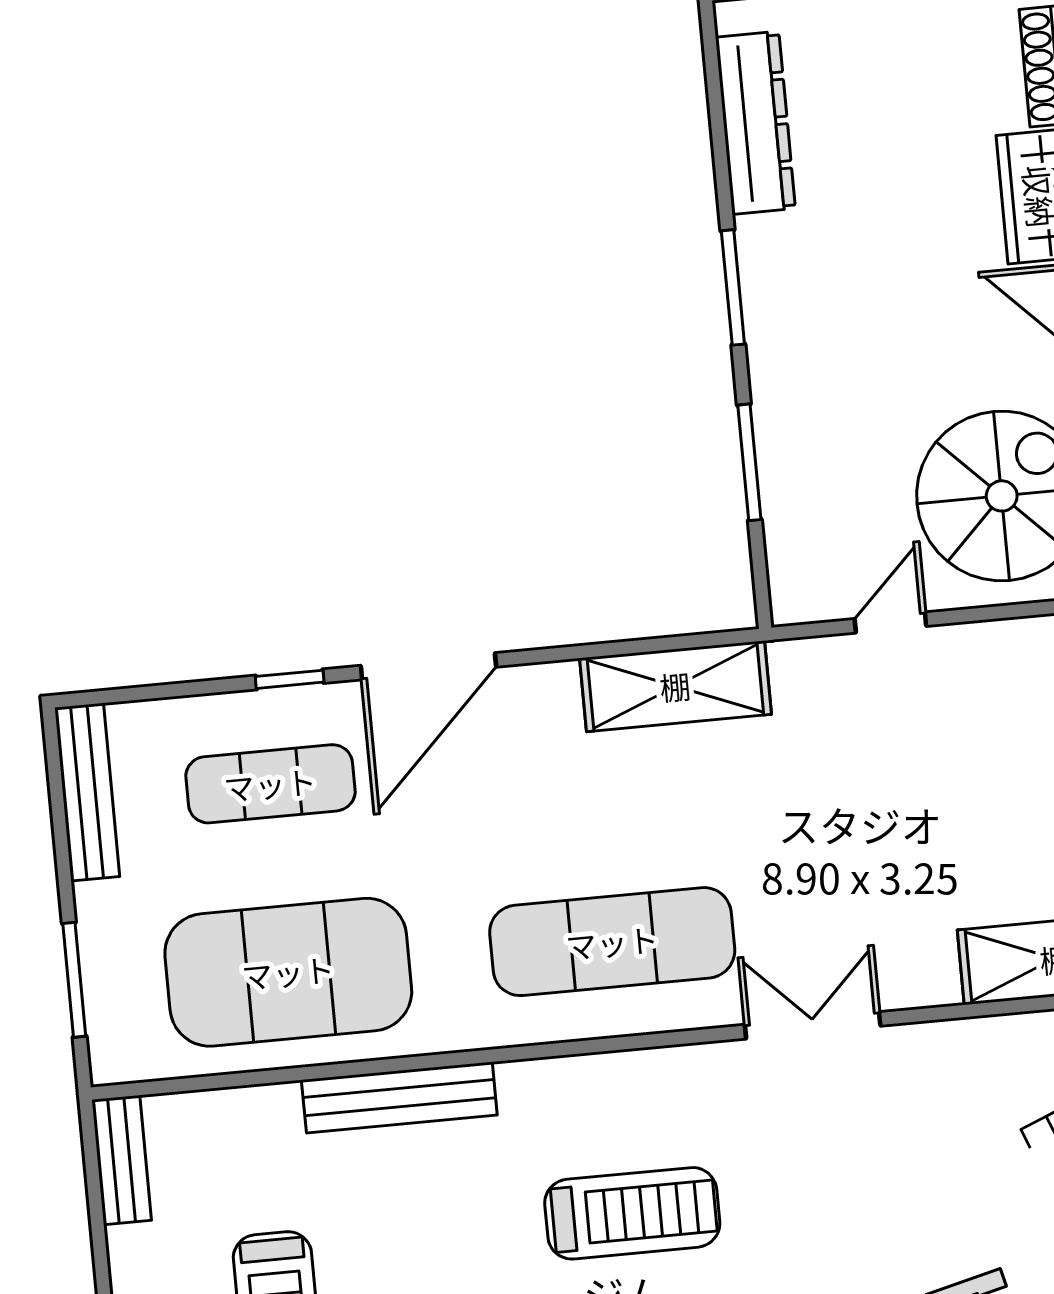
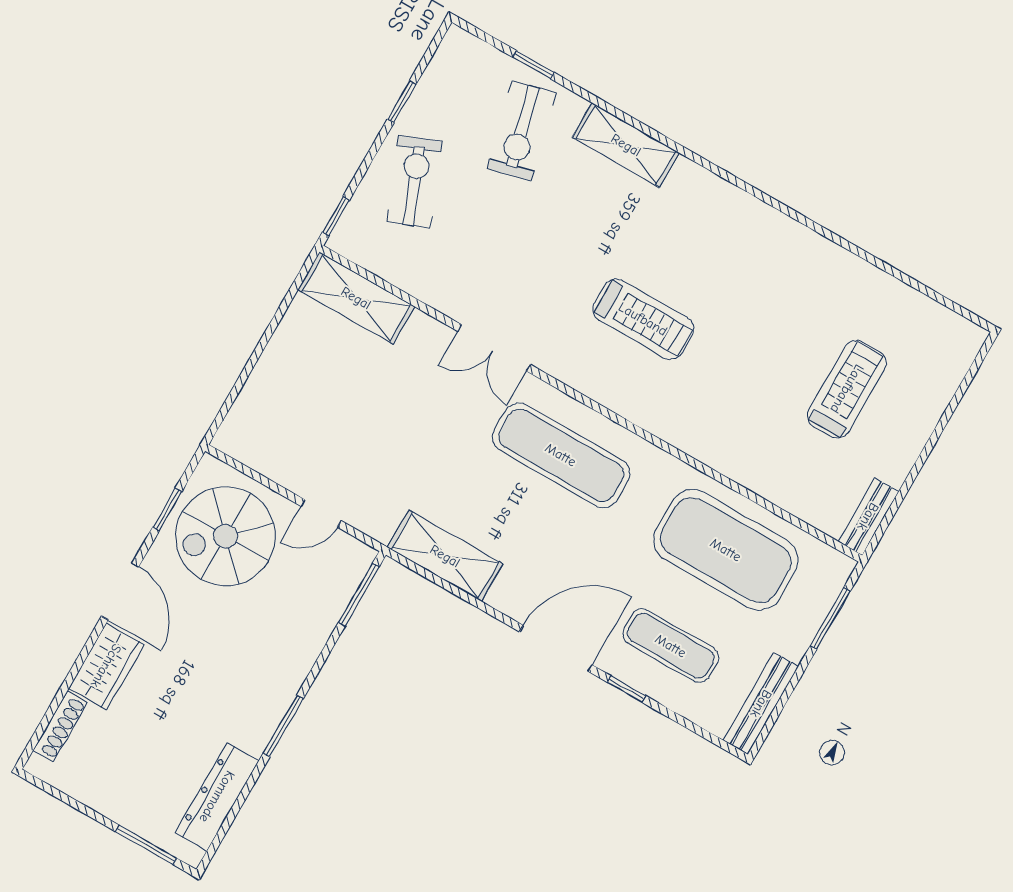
window: (749, 462) -> (359, 595), moved
bench: (399, 1097) -> (715, 453), removed
treadmill: (632, 1213) -> (643, 319), turned 180

